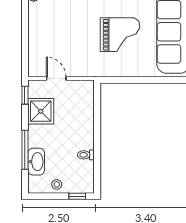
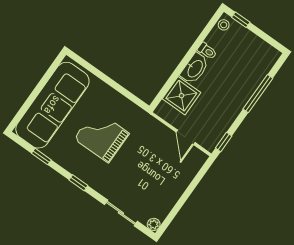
shower: (41, 111) -> (181, 96), moved
washbasin: (36, 162) -> (195, 68), moved, turned 180
stool: (57, 184) -> (224, 25), moved

